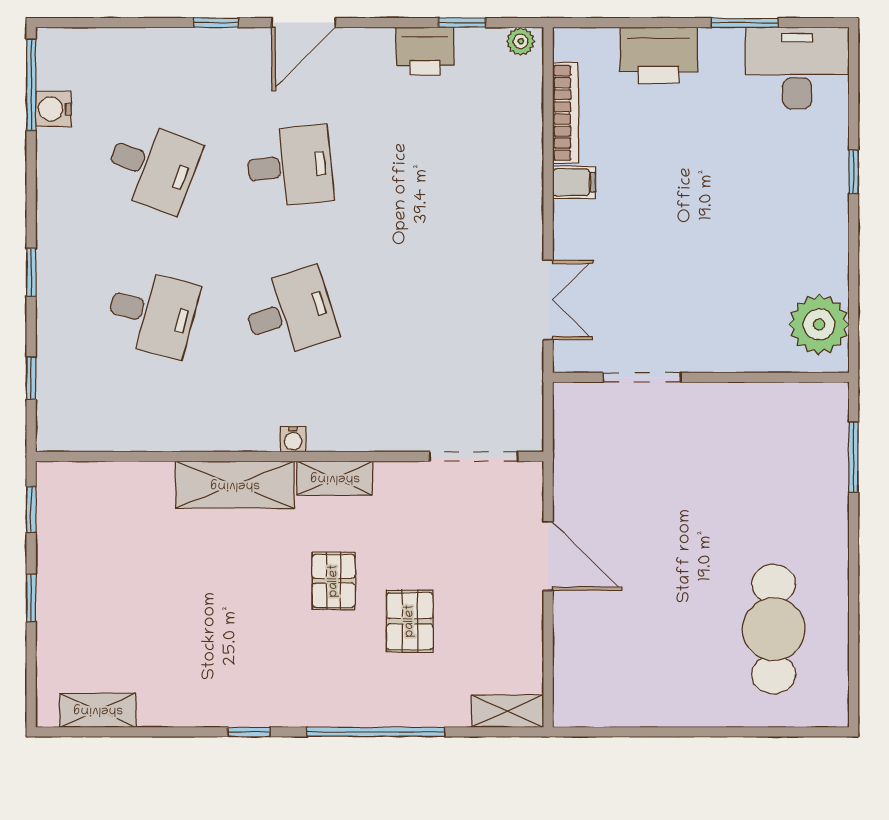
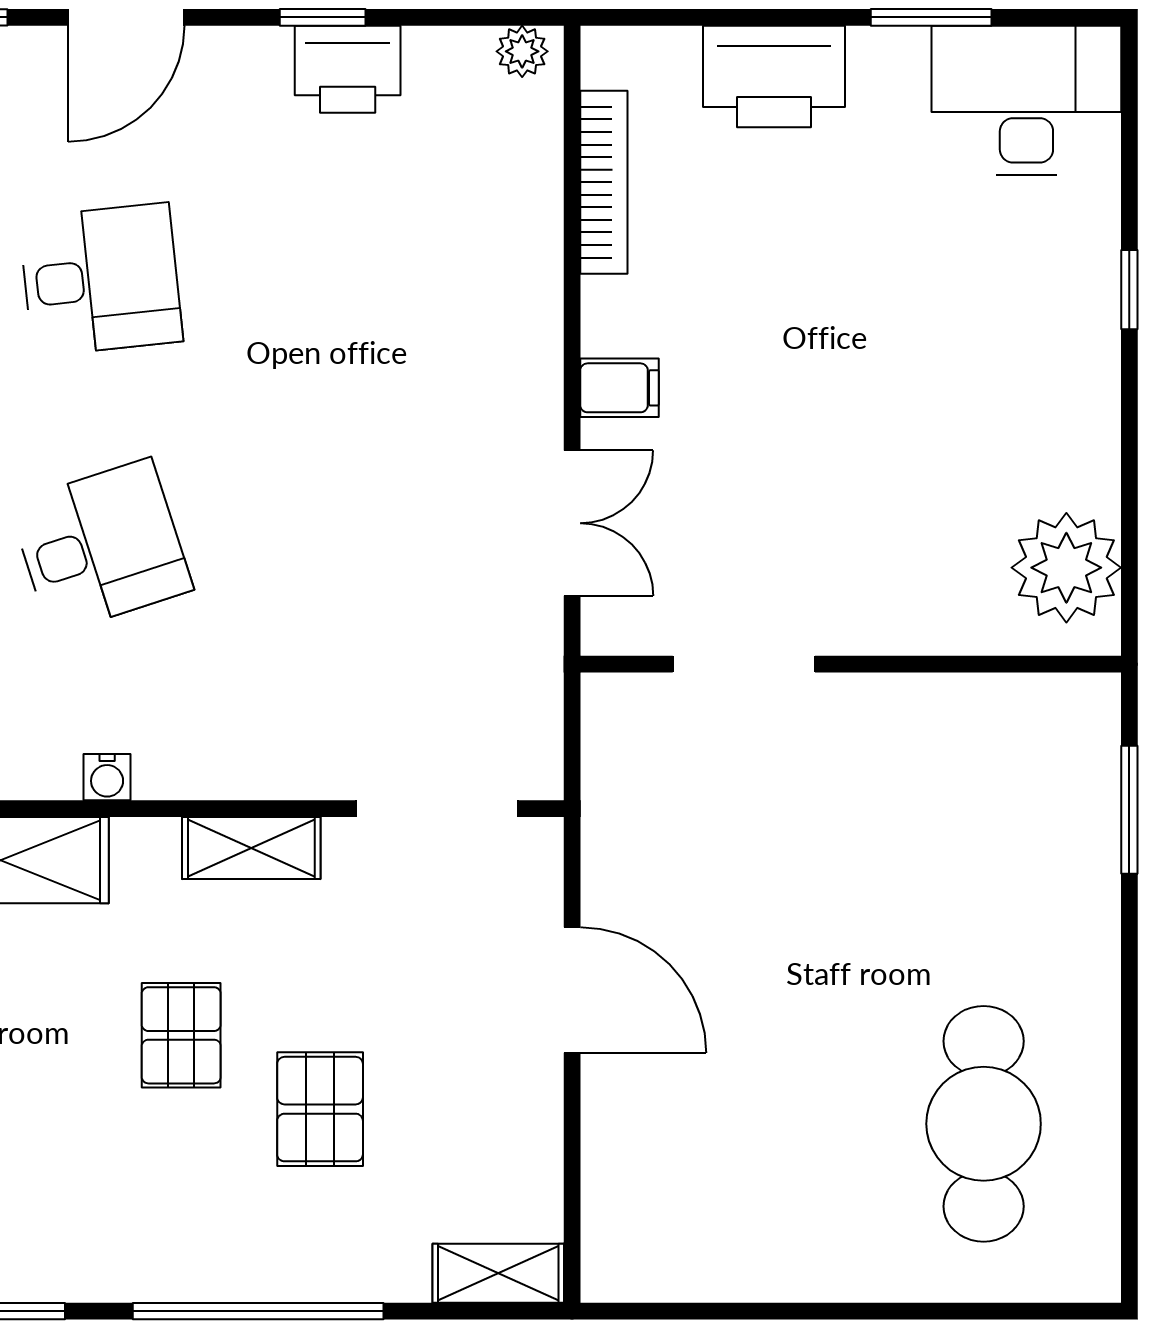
window: (462, 23) -> (323, 17), moved
filing cabinet: (574, 182) -> (619, 388), moved
shelving: (335, 478) -> (251, 848), moved

